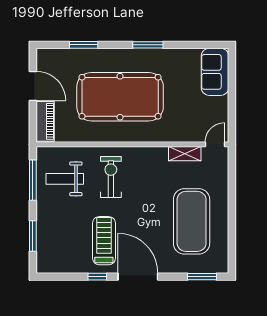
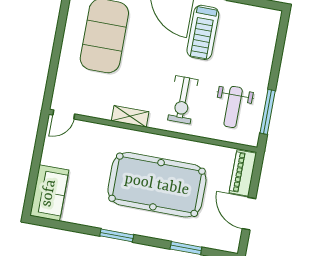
shelving: (185, 154) -> (130, 116), moved
weight bench: (65, 179) -> (233, 107), turned 90
window: (33, 236) -> (279, 52), removed

